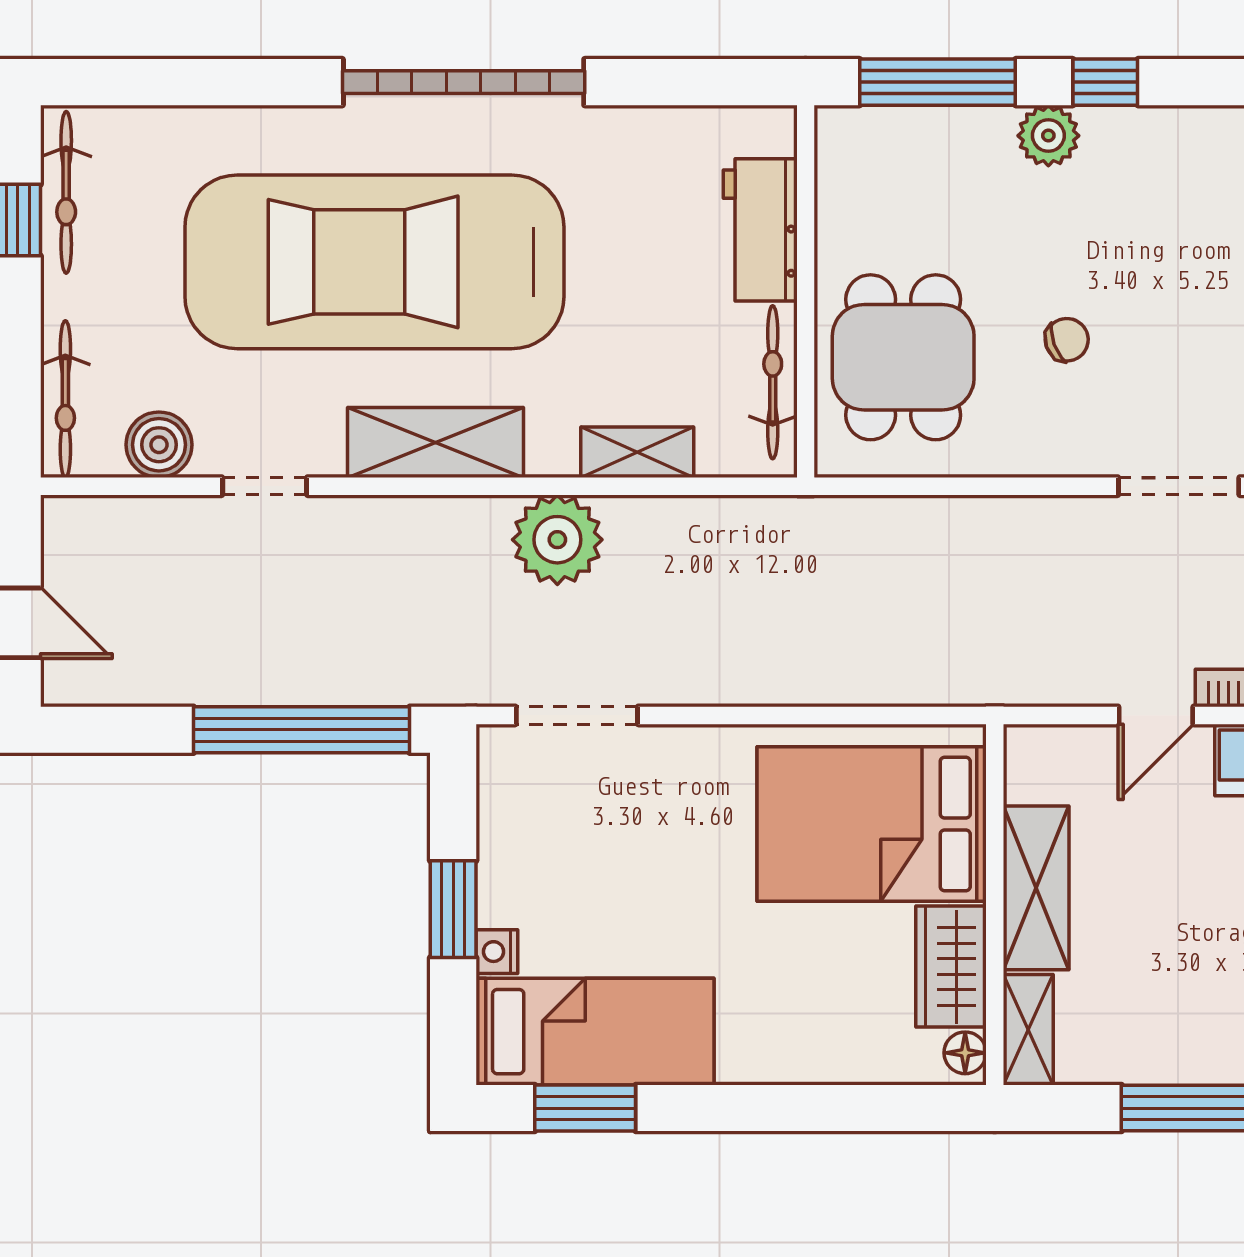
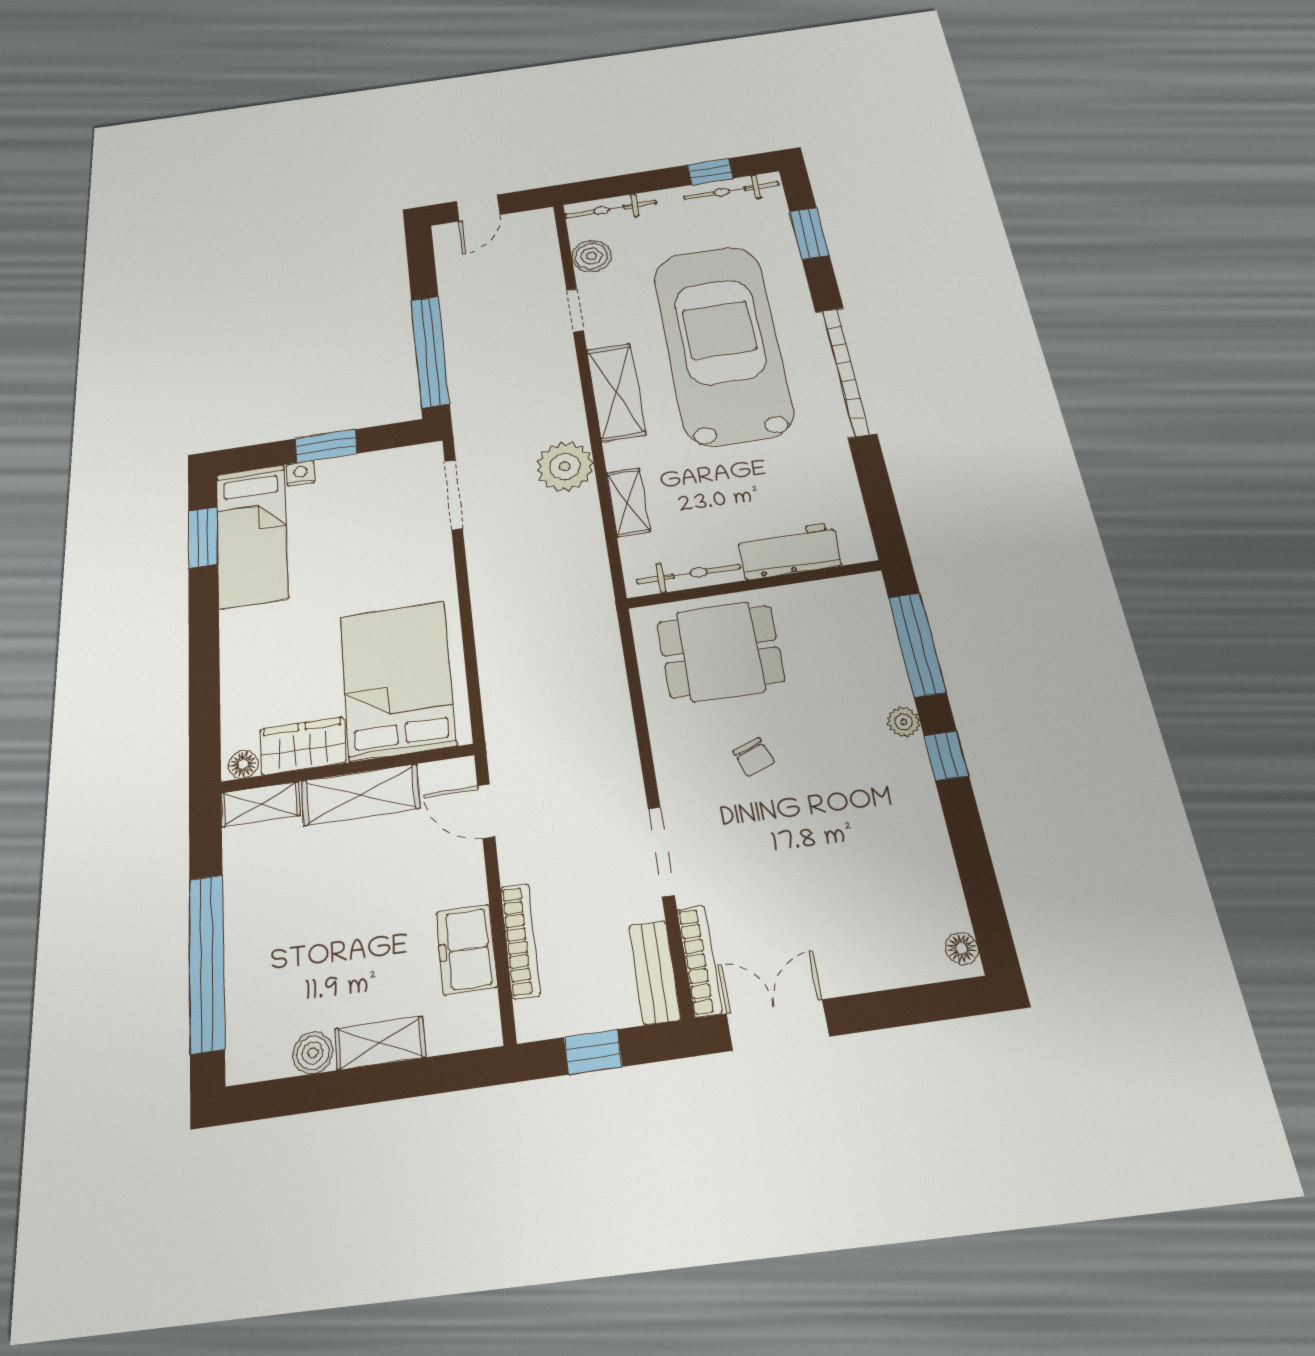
window: (183, 82) -> (809, 233), added
plant: (1048, 136) -> (904, 722), width x0.73, depth x0.73
door: (1156, 715) -> (486, 811), moved

